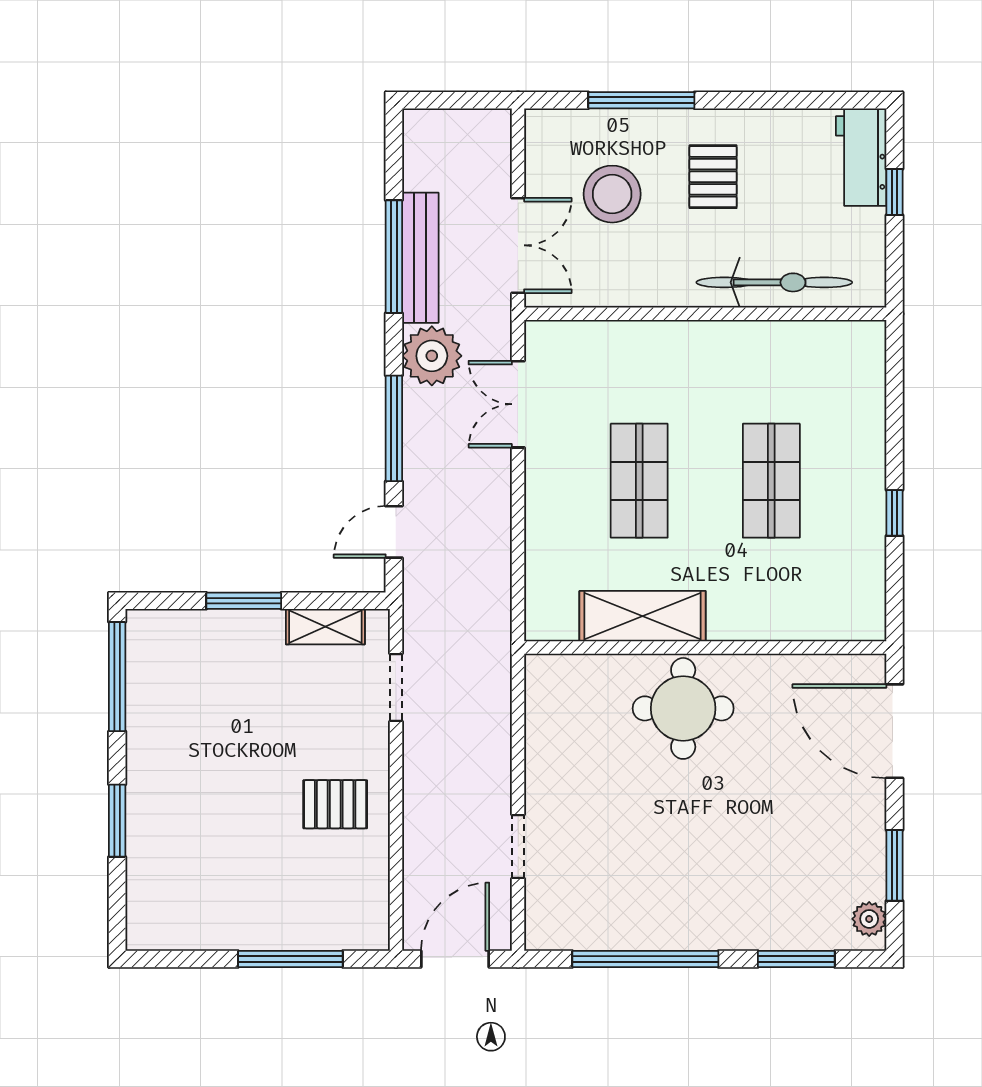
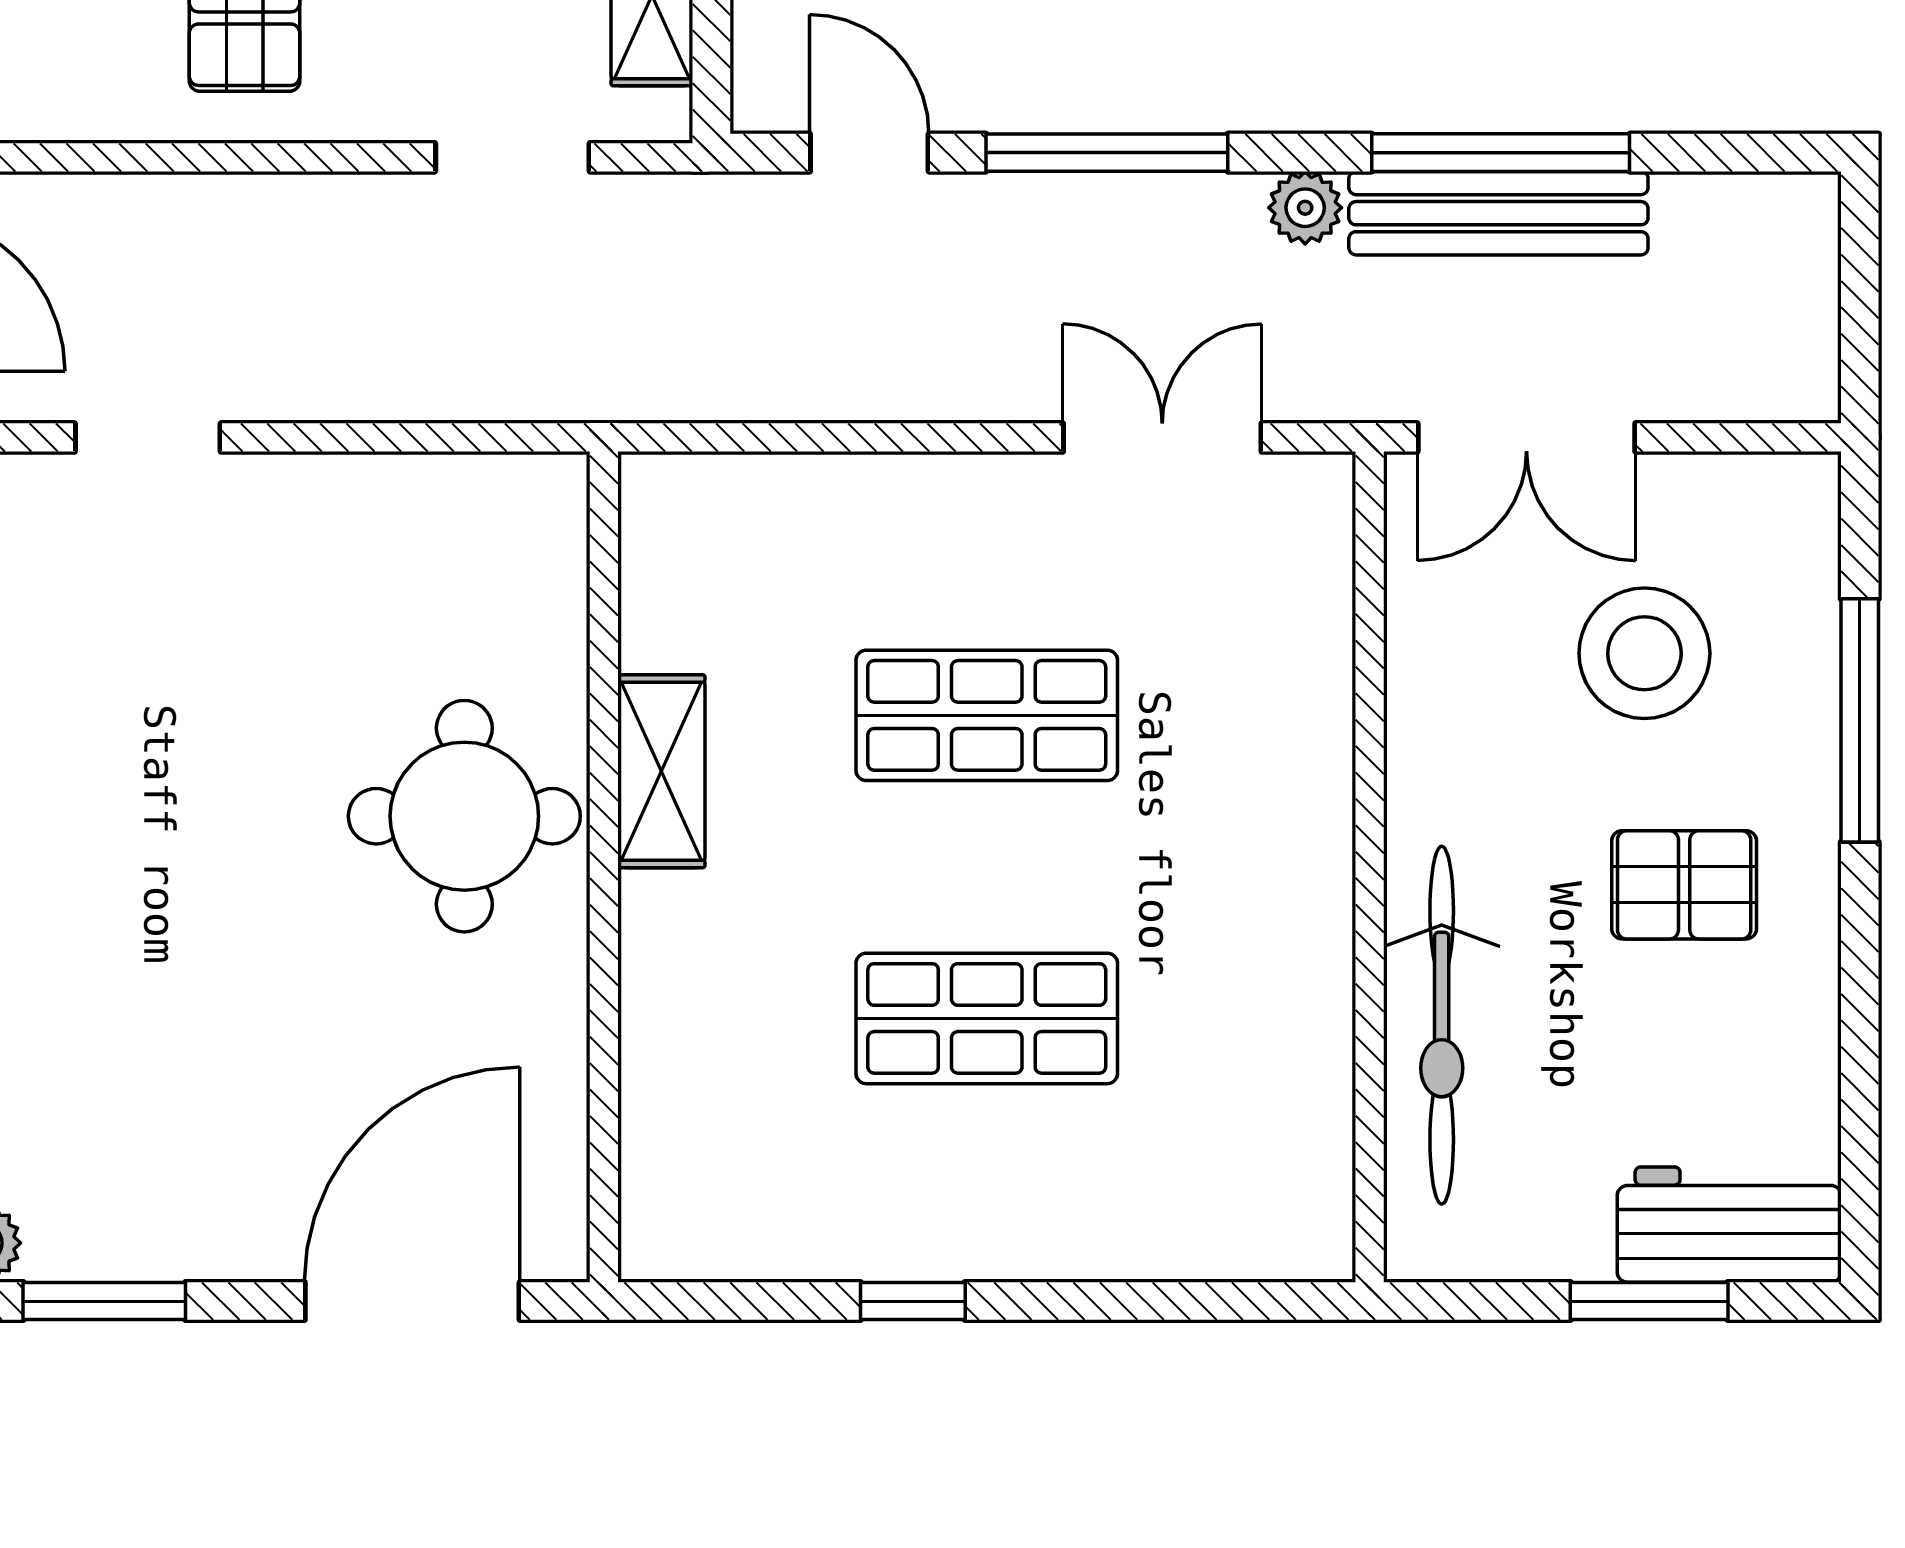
window: (894, 192) -> (1649, 1301), width x1.50
plant: (432, 356) -> (1305, 208), width x0.53, depth x0.53
shelving: (643, 616) -> (661, 771), width x0.67, depth x0.75

